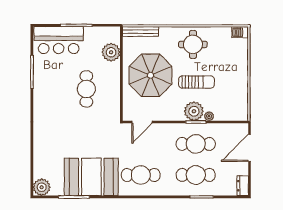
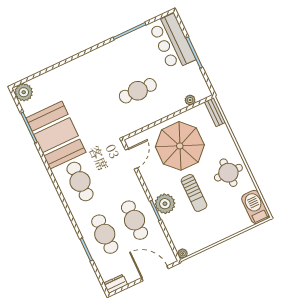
bench: (140, 32) -> (215, 112), width x0.73
barbecue: (240, 32) -> (255, 207), width x1.88, depth x1.53
plant: (111, 52) -> (190, 100), width x0.53, depth x0.53
plant: (209, 116) -> (183, 253), moved
door: (142, 122) -> (131, 159), swing flipped

